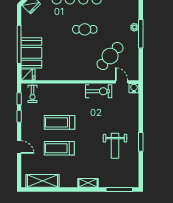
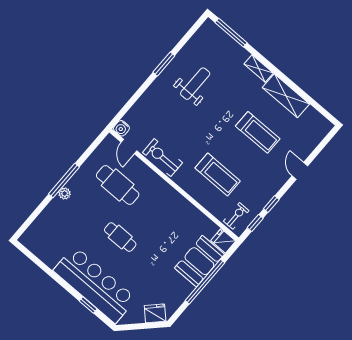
cafe table: (110, 56) -> (118, 185), turned 48
treadmill: (59, 122) -> (218, 175), moved
shelving: (42, 181) -> (286, 96), moved

